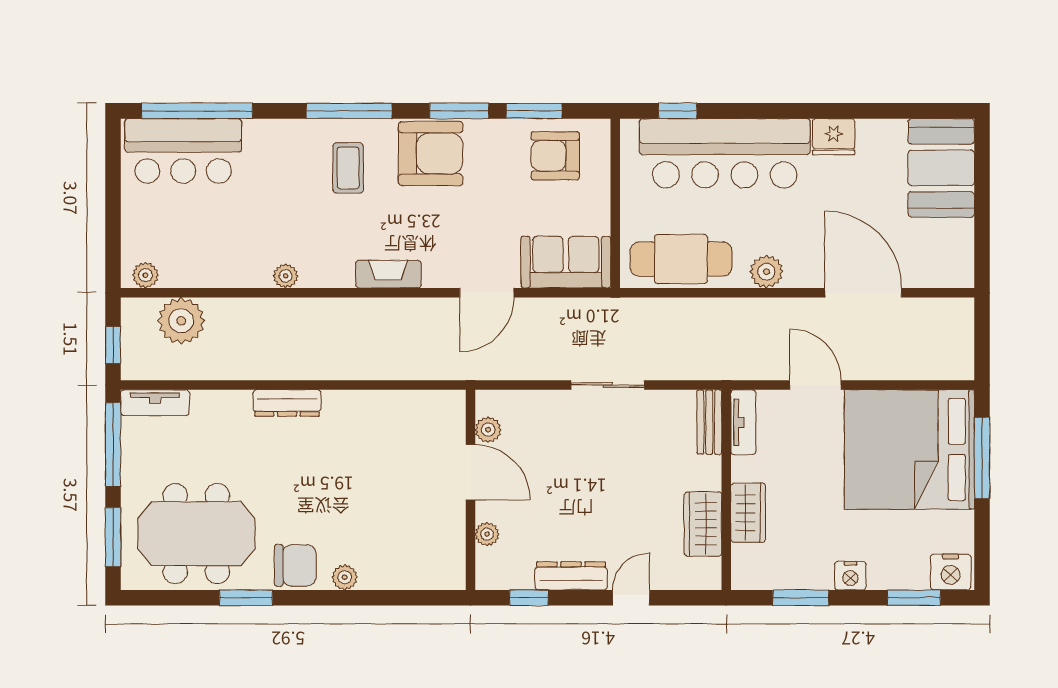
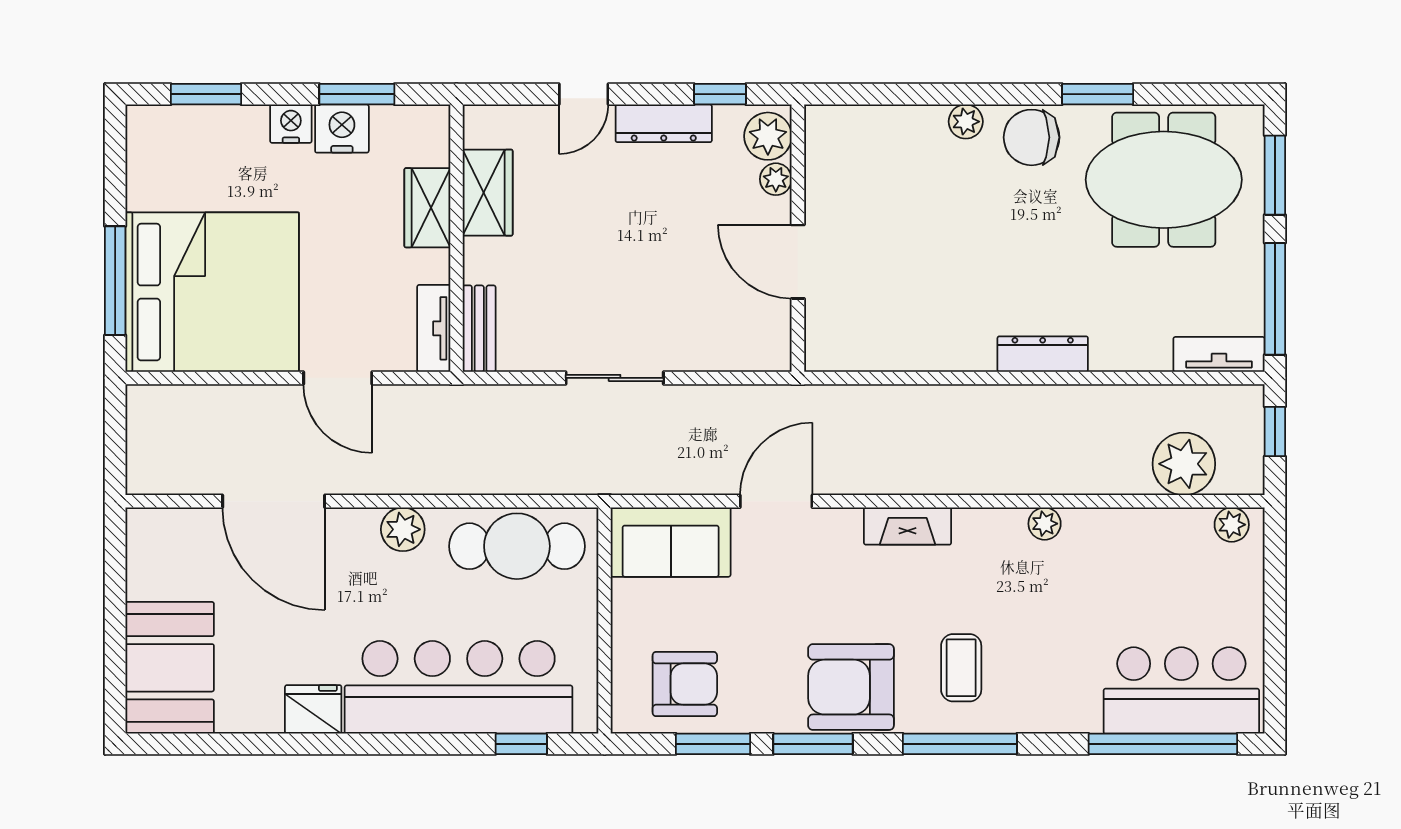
plant: (488, 430) -> (768, 136), moved, width x1.38, depth x1.38
nightstand: (951, 572) -> (342, 129), moved

